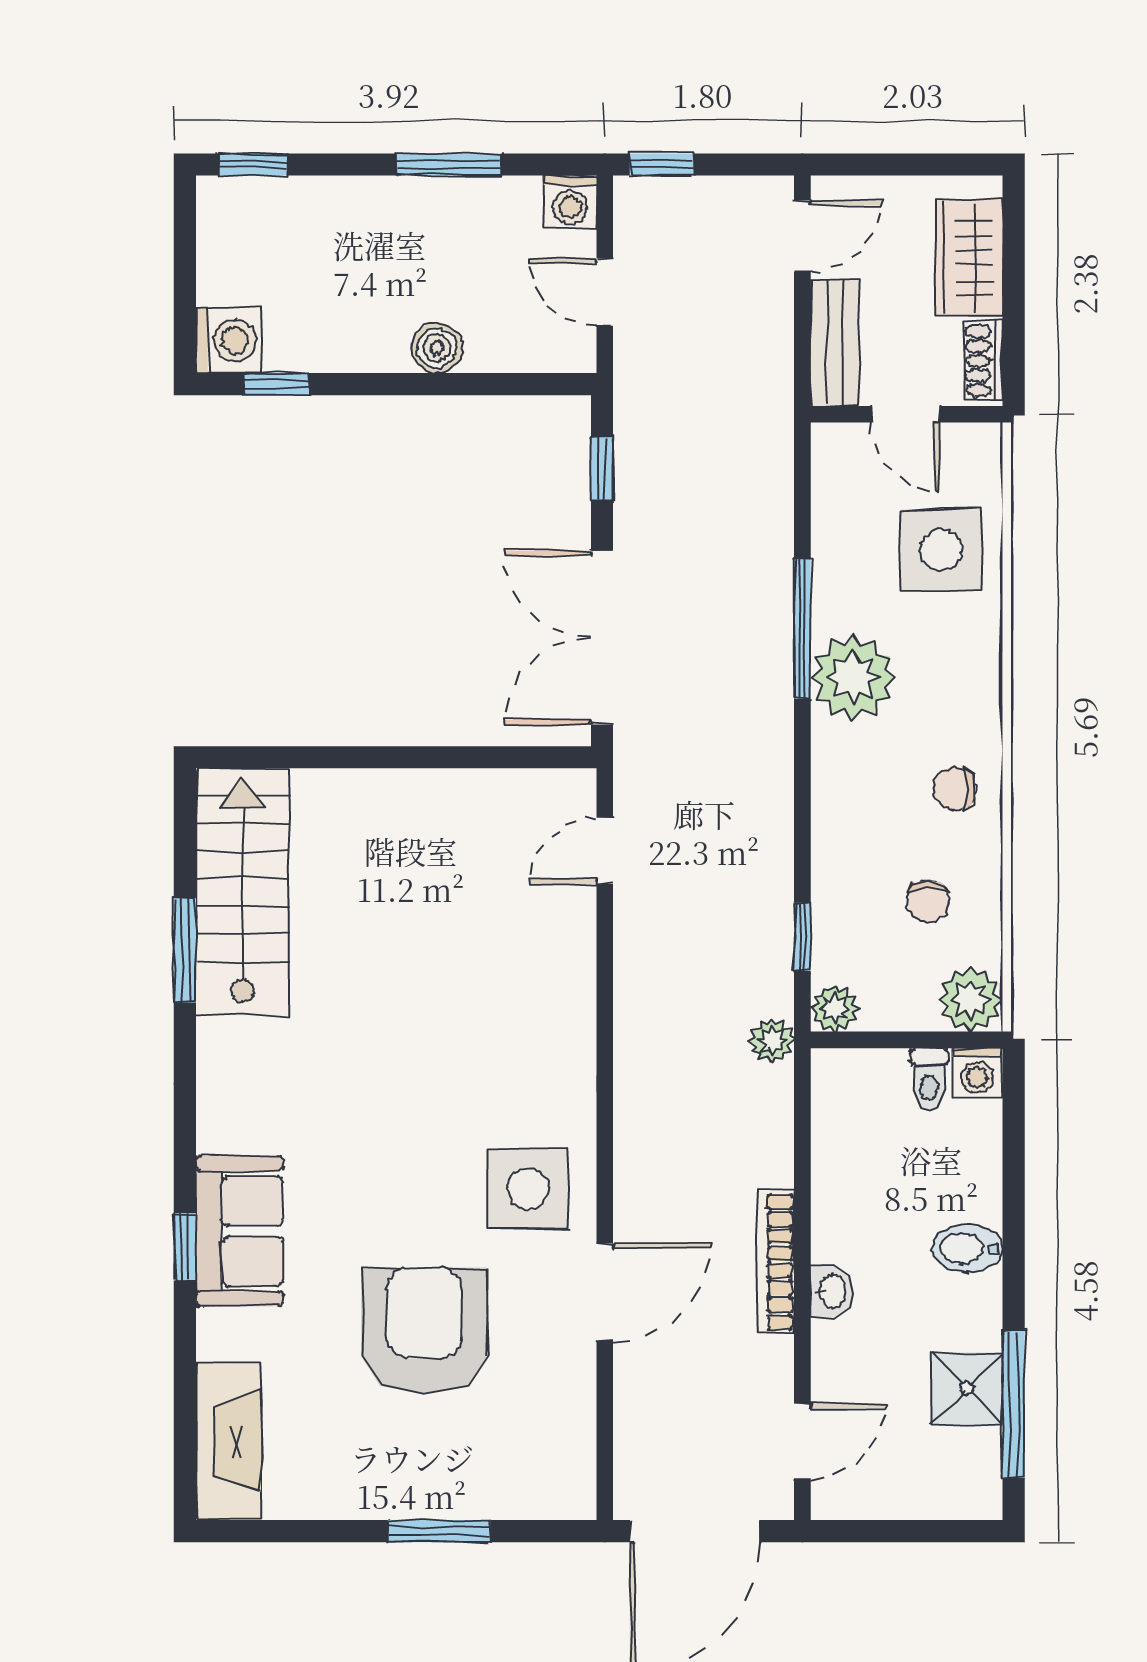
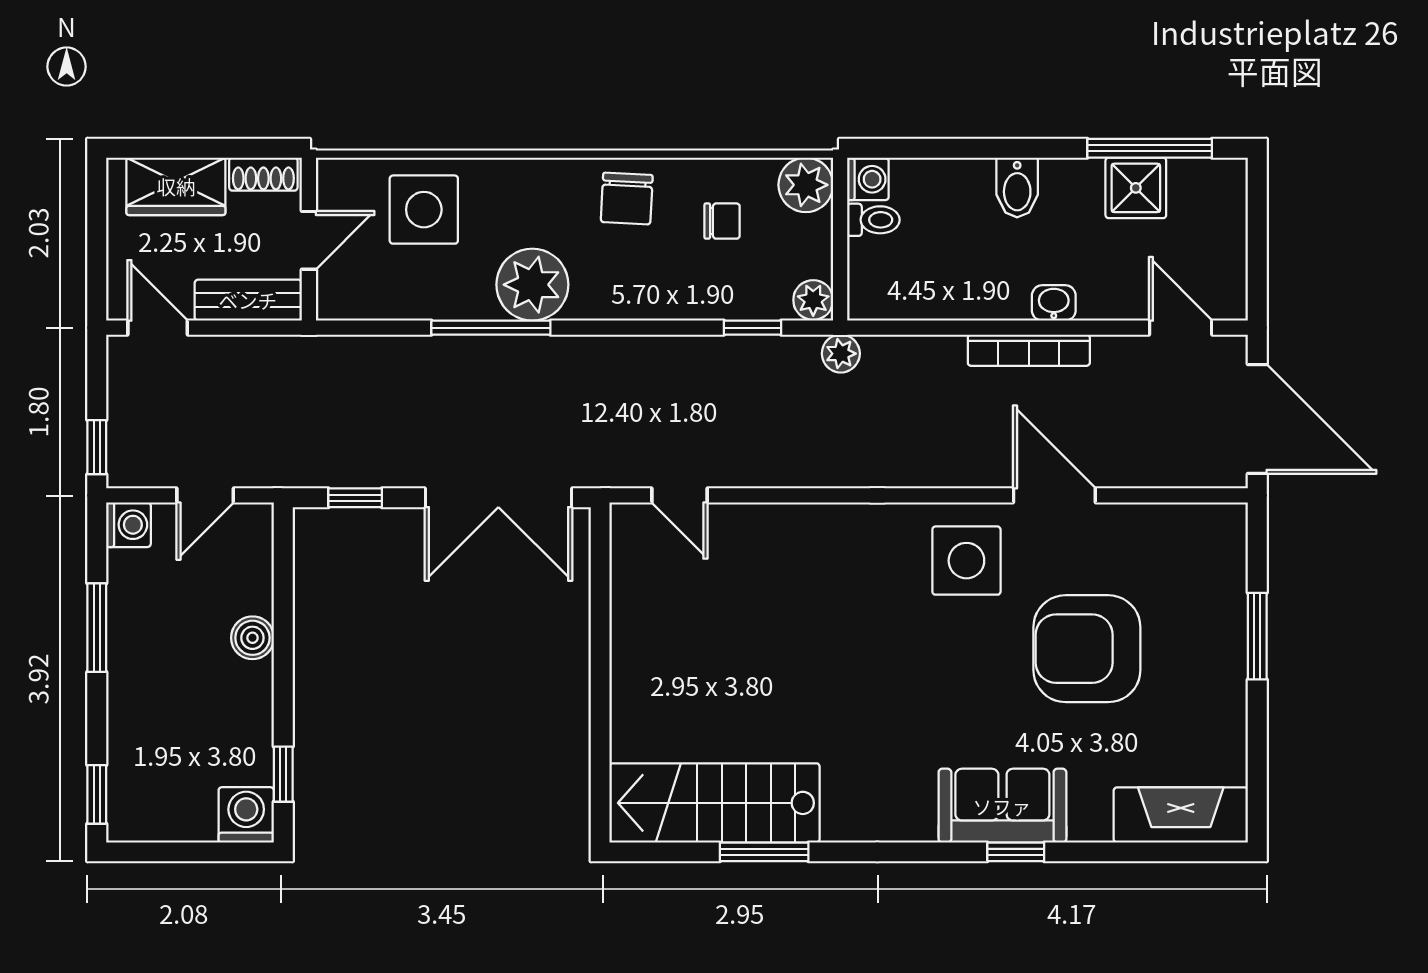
chair: (954, 789) -> (627, 199), width x1.37, depth x1.37

